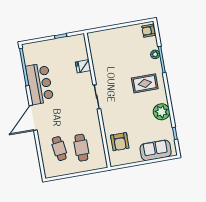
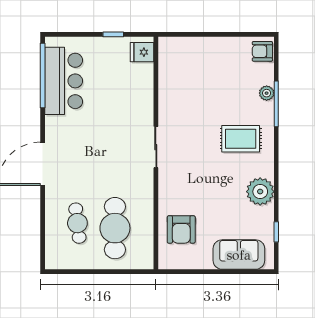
fridge: (83, 66) -> (142, 52), moved
bar counter: (40, 84) -> (64, 81), moved
cafe table: (81, 148) -> (115, 228), width x1.37, depth x1.35

